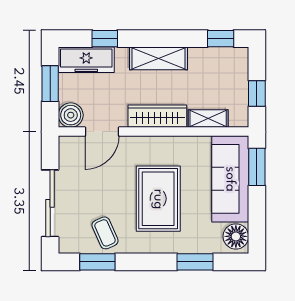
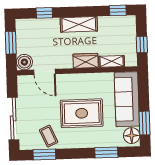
freezer: (86, 60) -> (33, 27), removed
wardrobe: (157, 116) -> (86, 61), width x0.67
door: (102, 132) -> (45, 72), hinge flipped
window: (257, 167) -> (144, 123), moved
rug: (158, 199) -> (82, 113), turned 90

